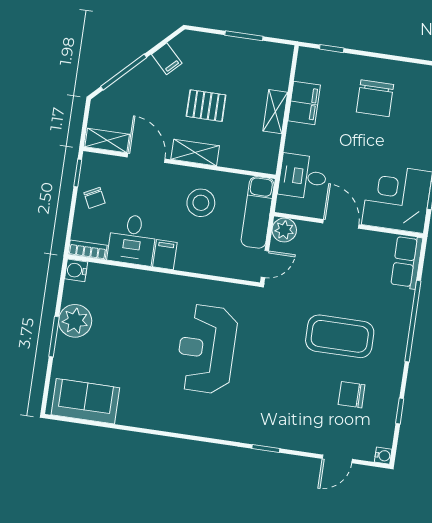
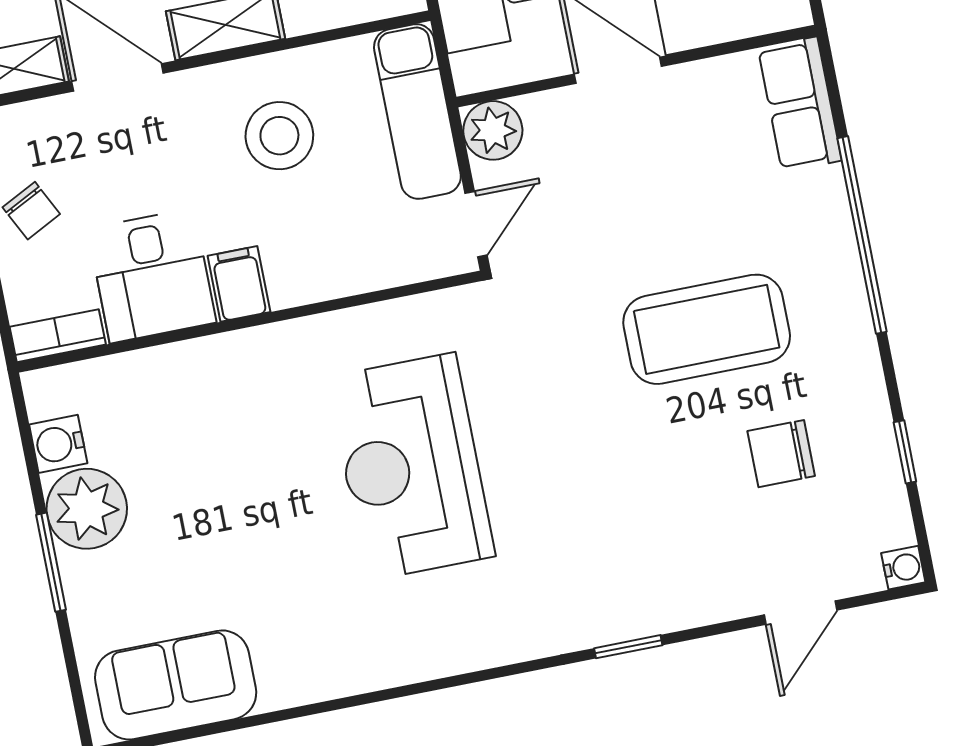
water cooler: (76, 270) -> (58, 444), moved

